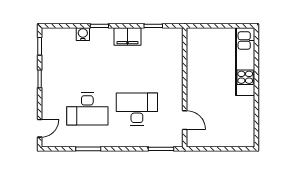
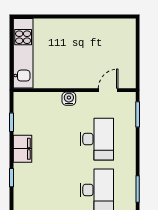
water cooler: (83, 34) -> (69, 99), moved, turned 90
kitchen unit: (245, 62) -> (23, 53), moved, turned -90
desk: (137, 109) -> (97, 139), turned 180

